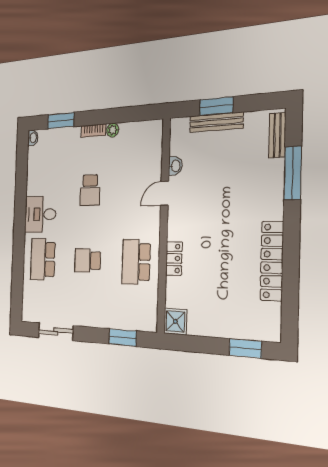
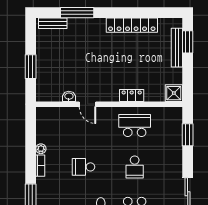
bench: (216, 122) -> (177, 48), moved
school desk: (90, 190) -> (84, 167), turned 180
school desk: (136, 262) -> (135, 126), turned 180

